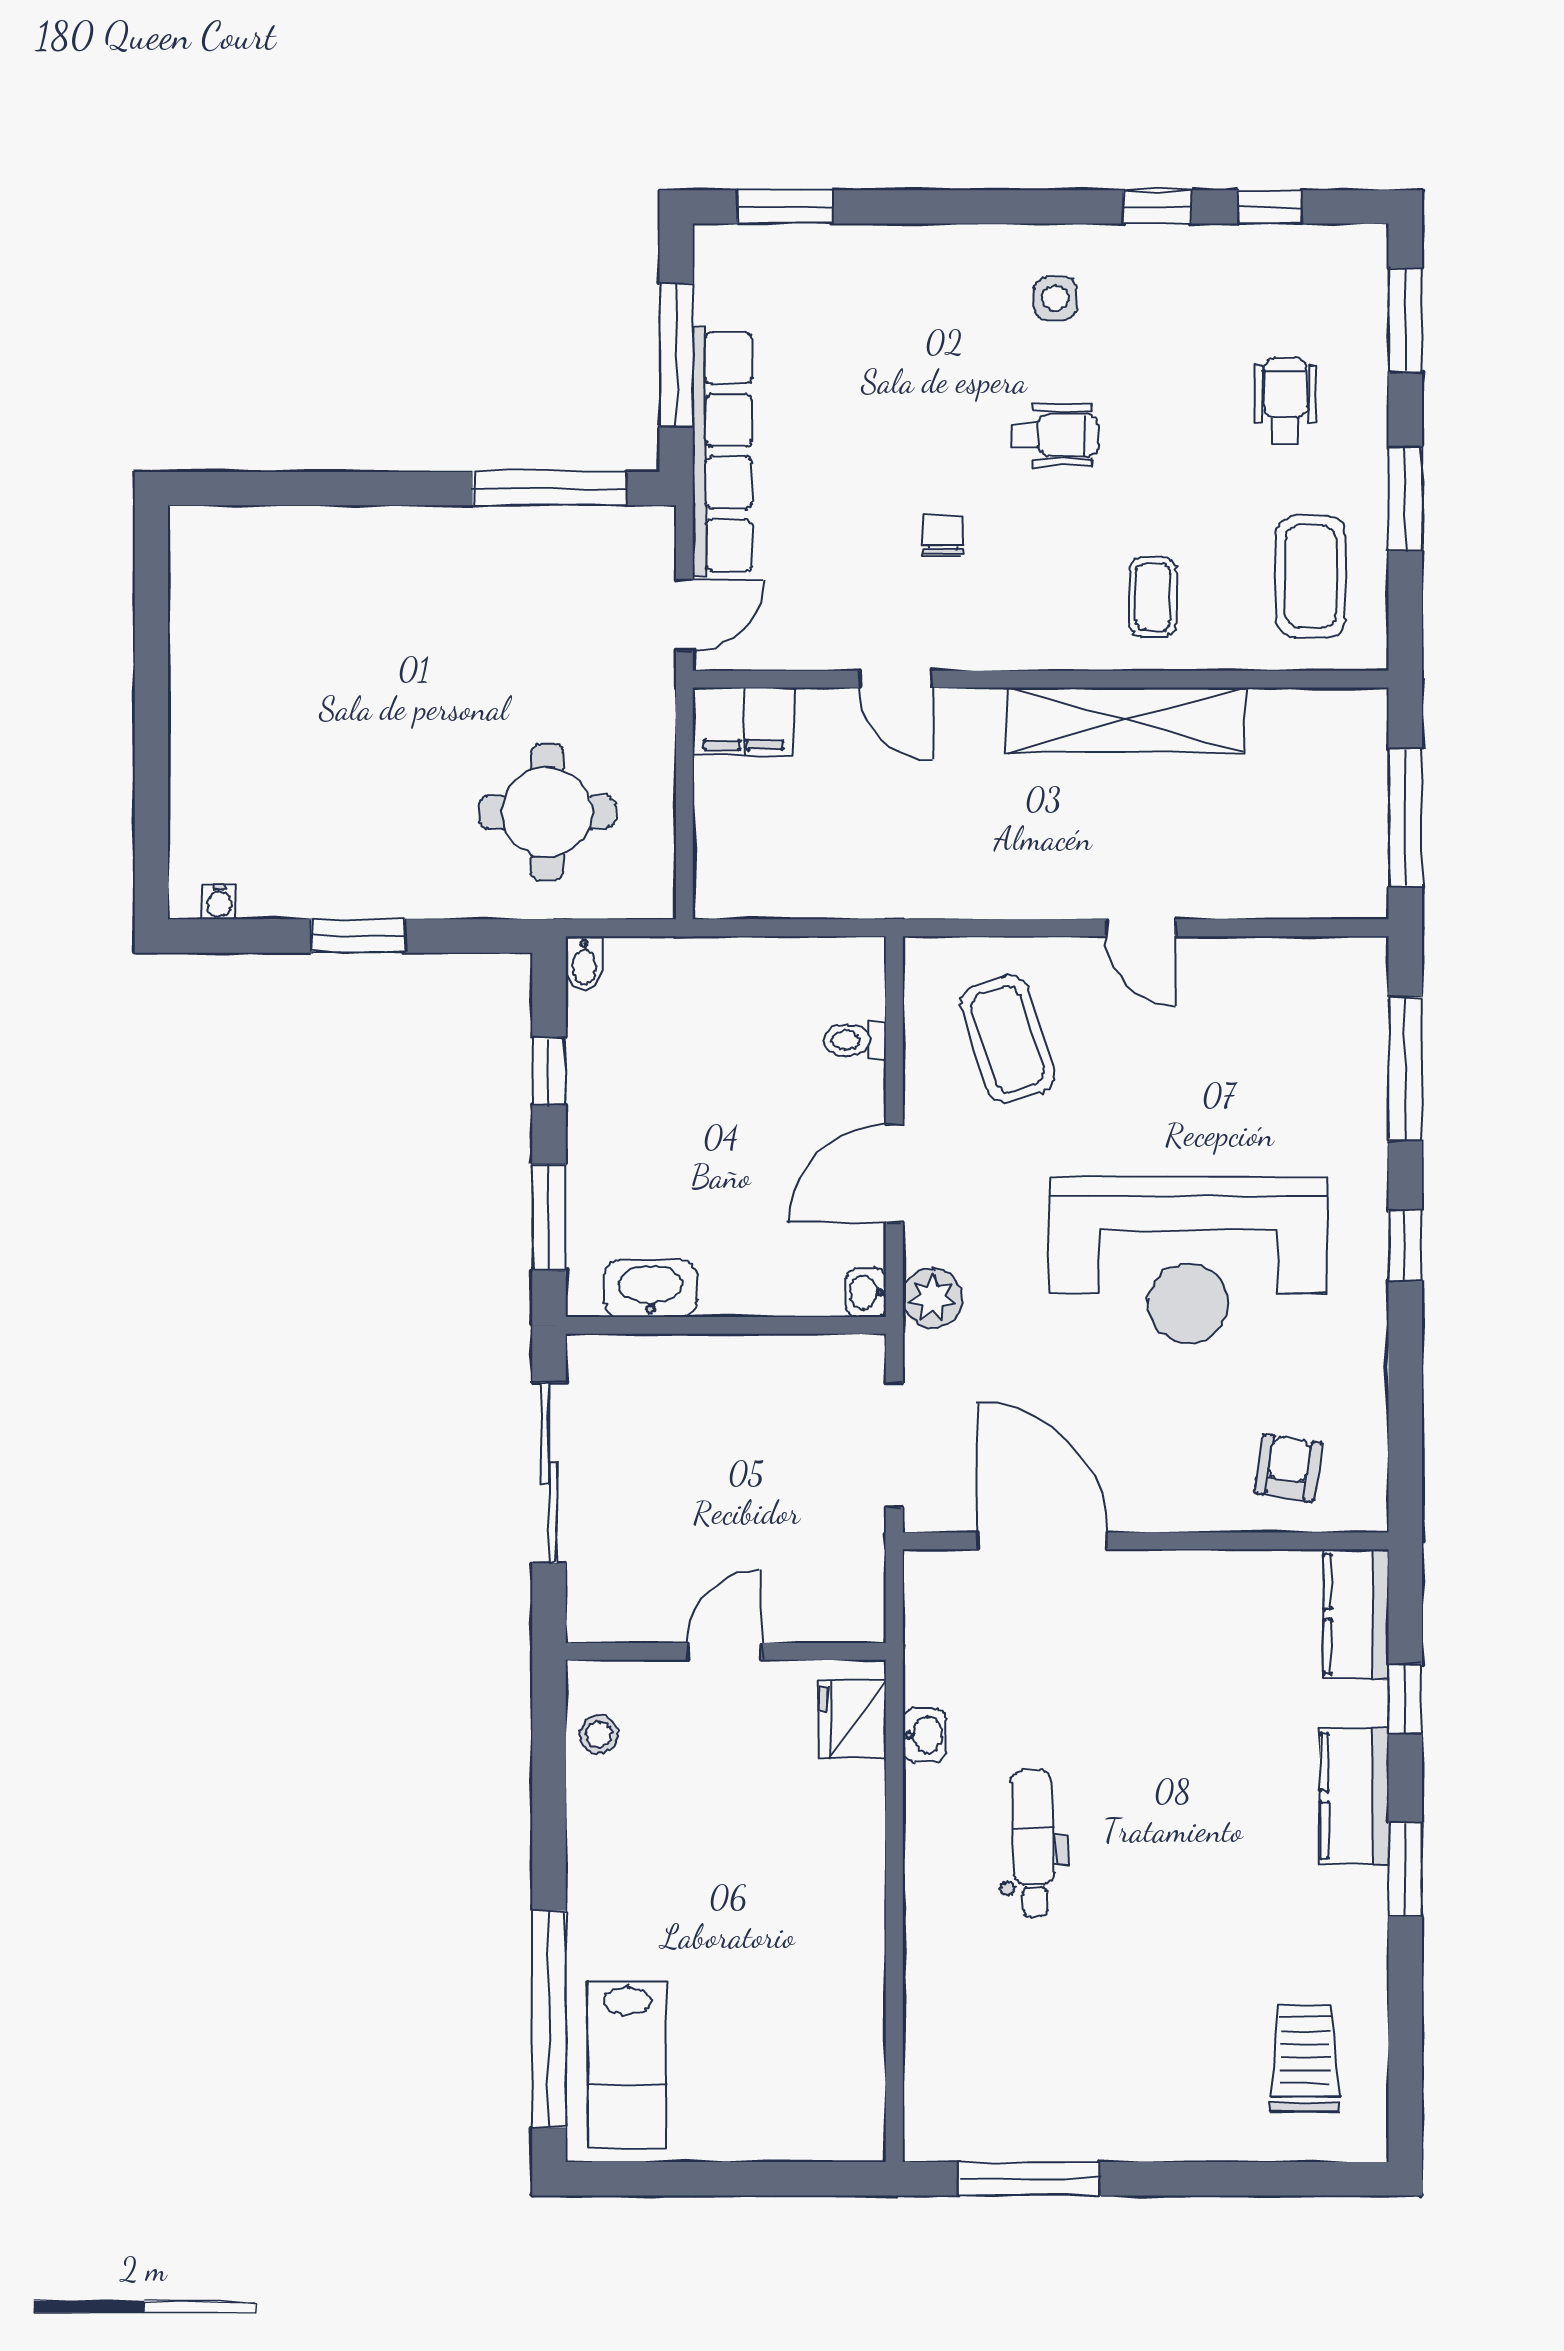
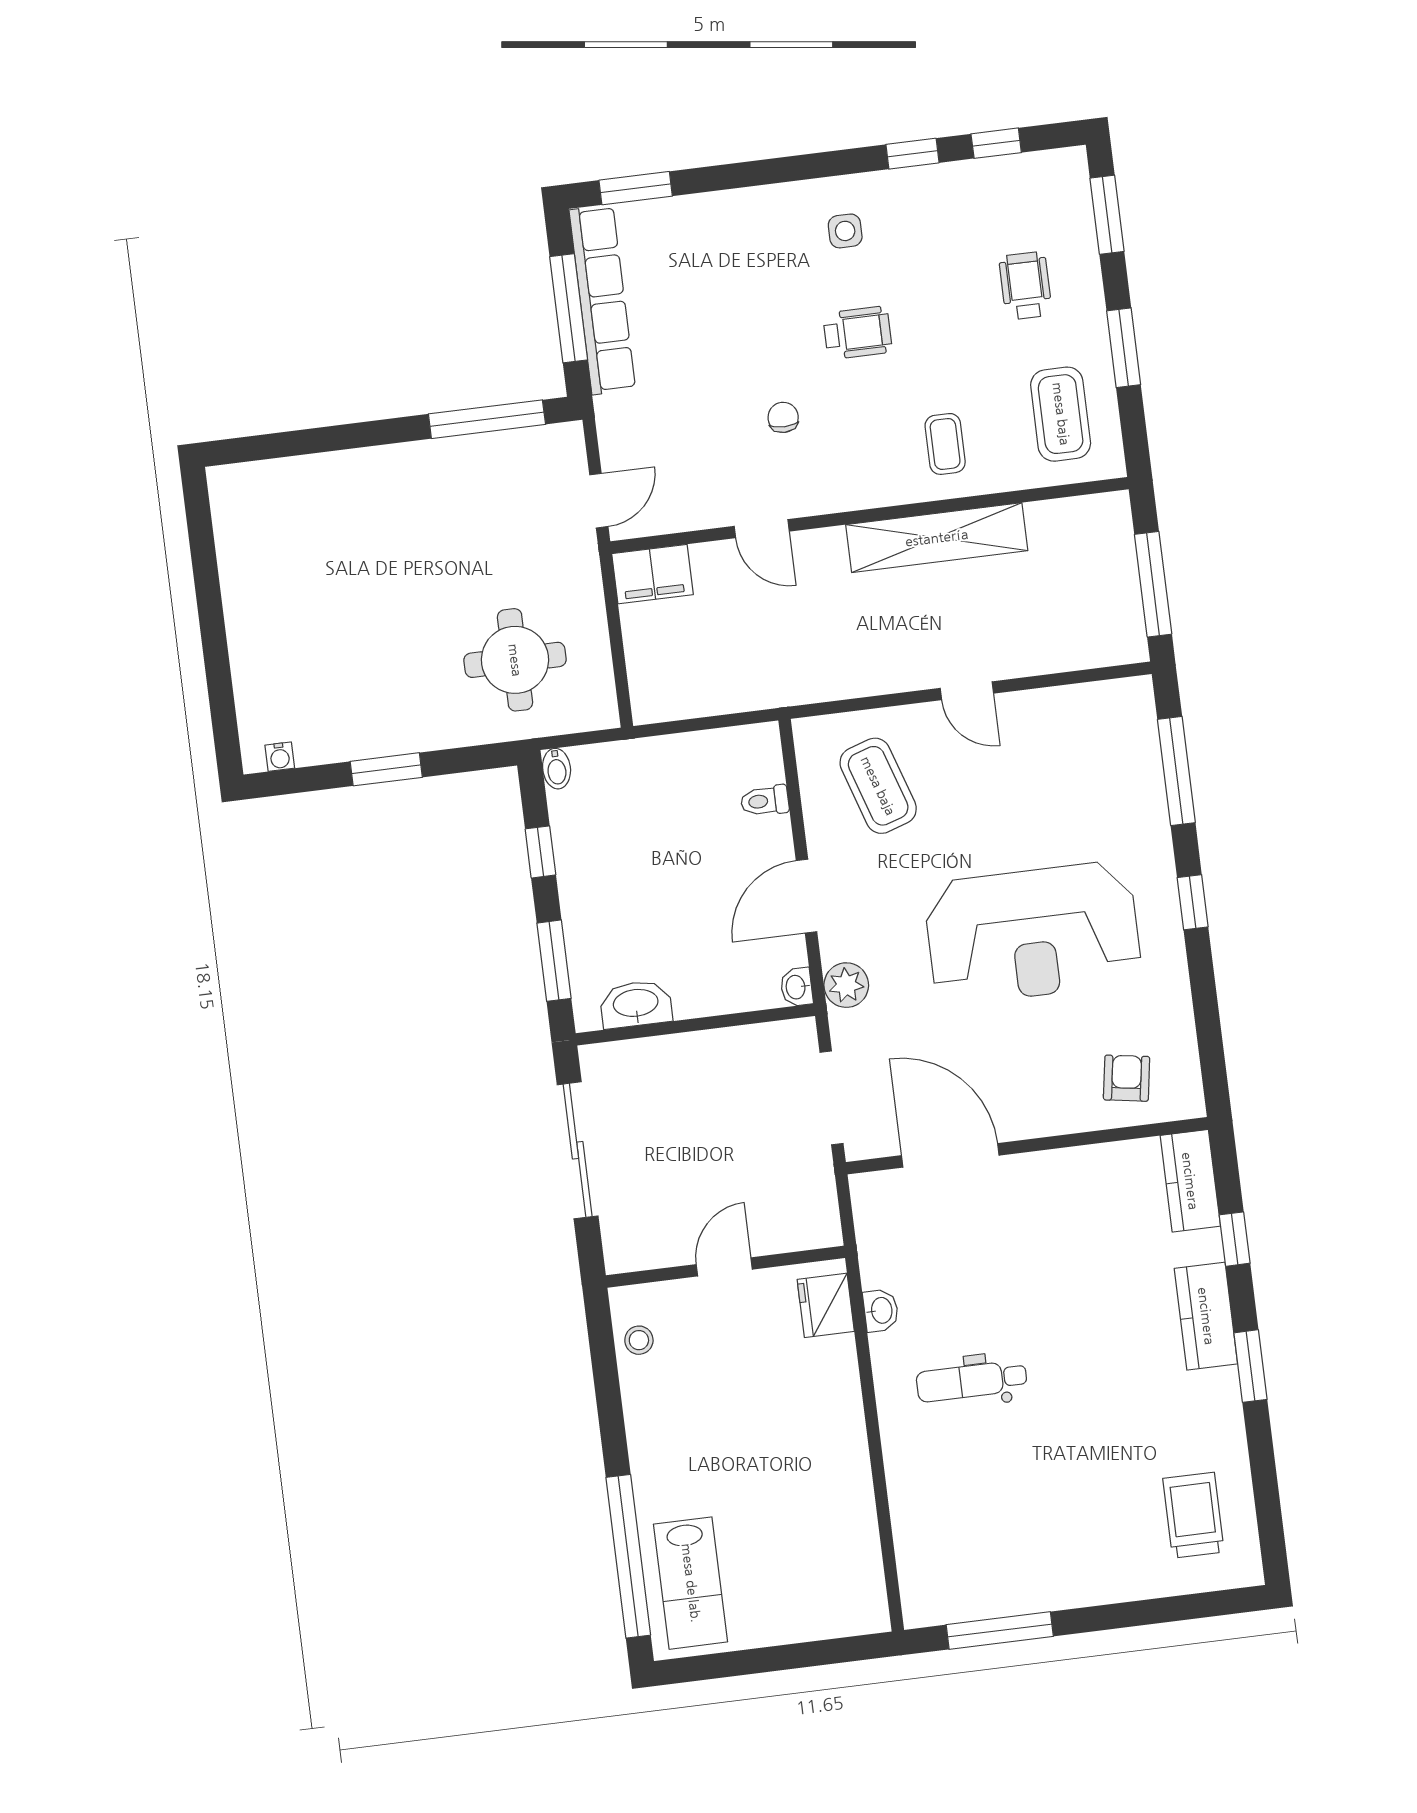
row of seats: (722, 451) -> (602, 300), moved
dental chair: (1033, 1843) -> (972, 1381), turned -88

